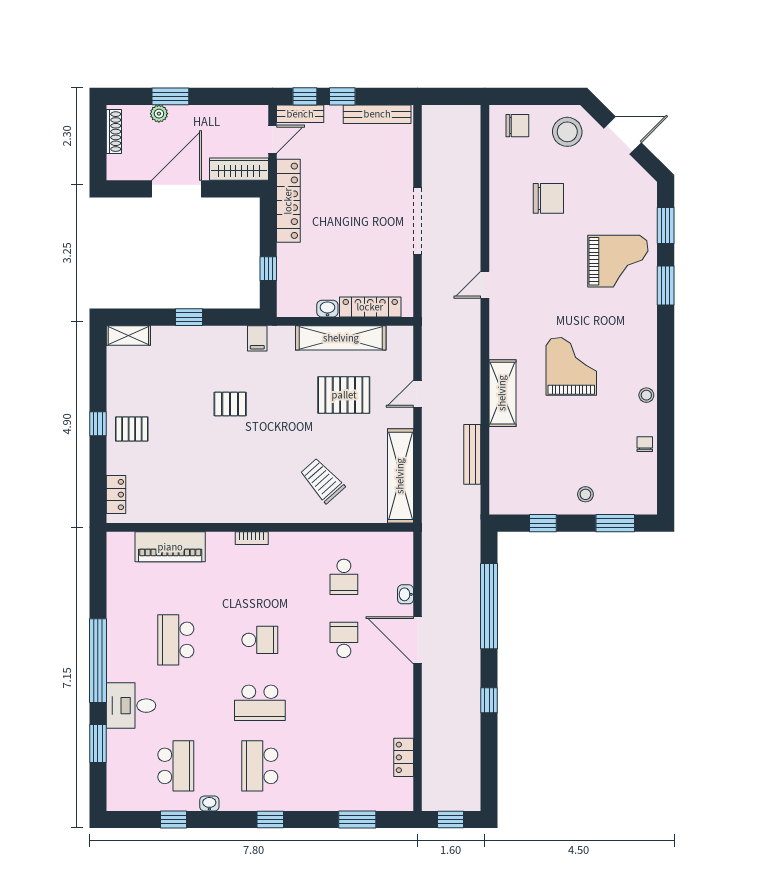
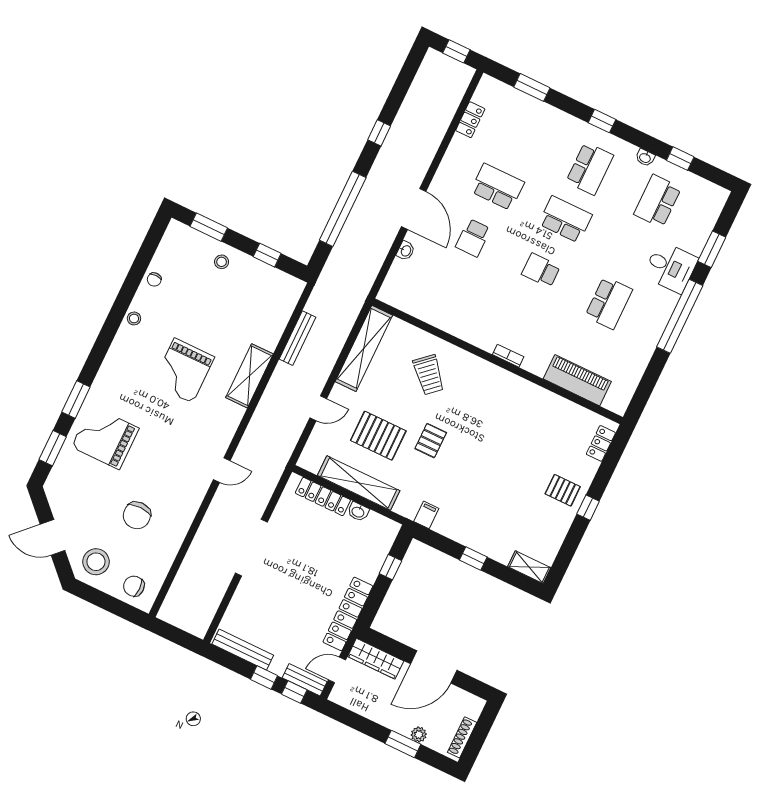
chair: (548, 198) -> (137, 515), turned -90
pallet: (230, 404) -> (431, 441), moved, turned 90
school desk: (344, 577) -> (497, 187), moved, width x1.85

